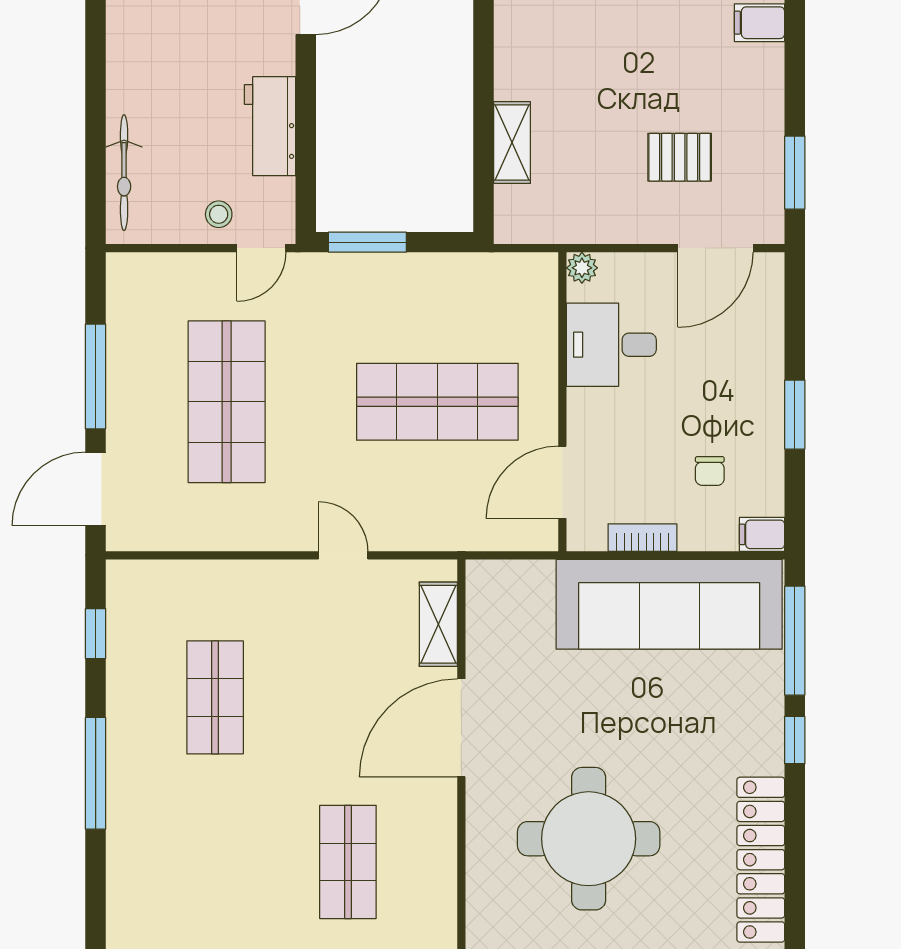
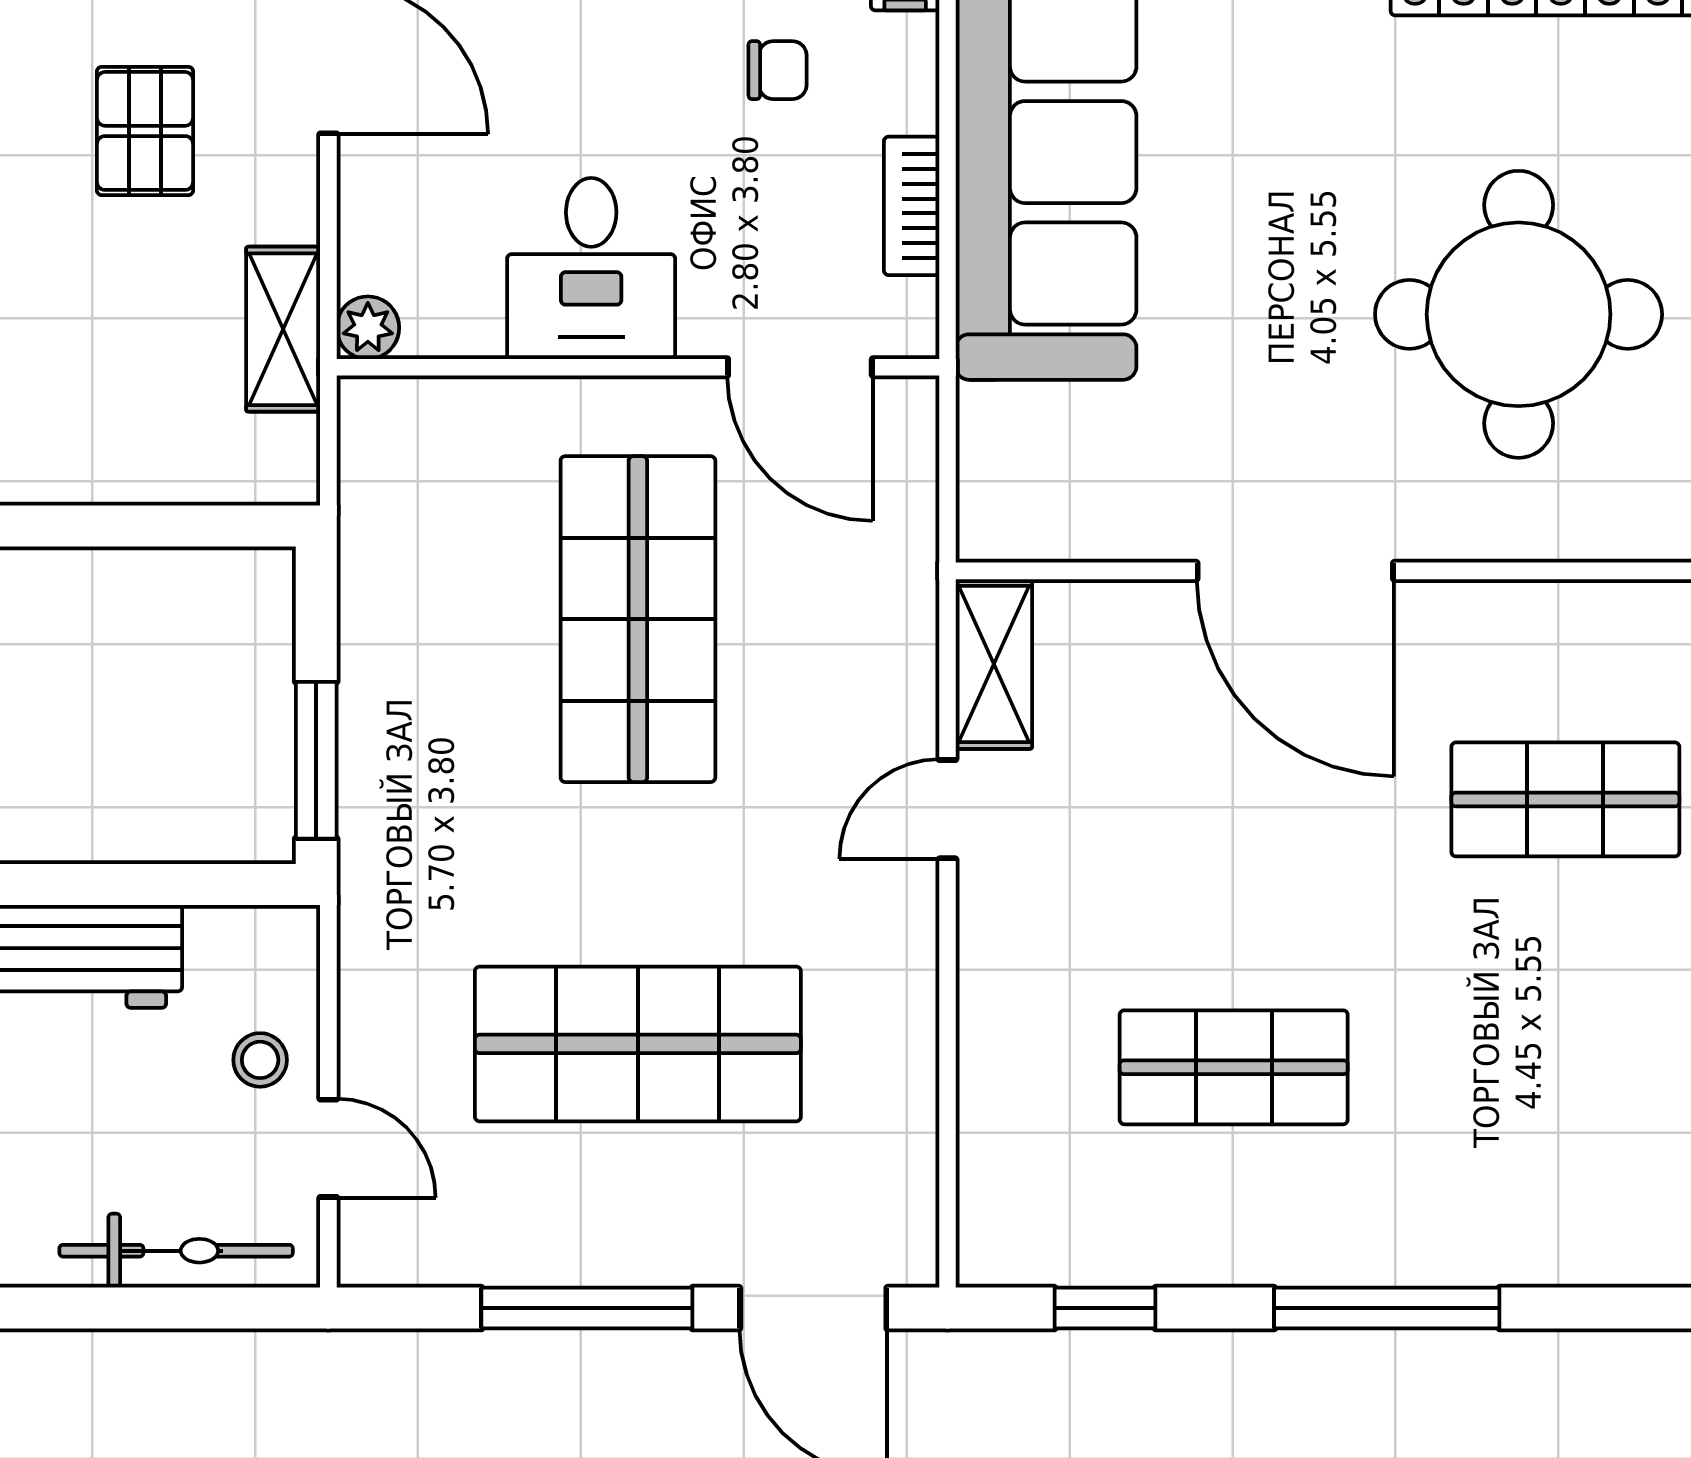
shelving: (512, 143) -> (283, 329), moved, turned 90
door: (261, 248) -> (328, 1148), moved
desk: (611, 345) -> (591, 269), moved
shelving: (438, 624) -> (994, 664), moved, turned 90

